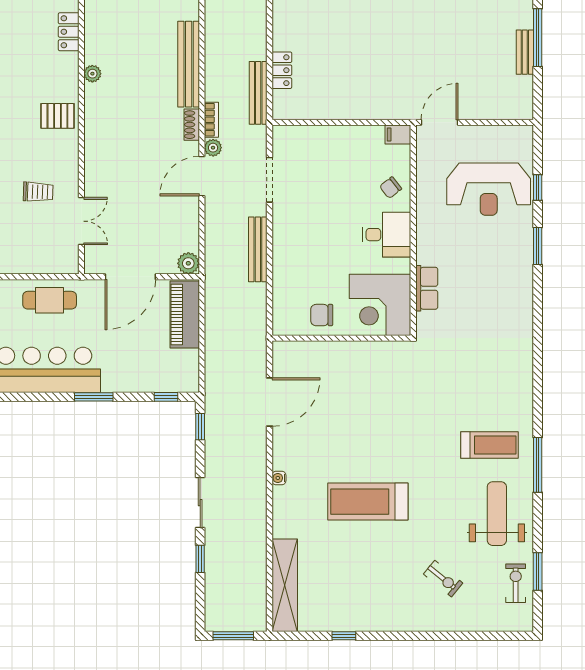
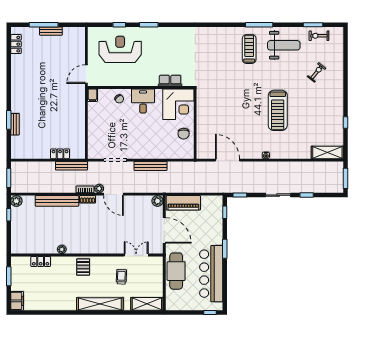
door: (440, 122) -> (86, 74), hinge flipped
reception desk: (489, 189) -> (120, 49), turned -90
cafe table: (50, 300) -> (176, 271), width x1.37, depth x1.35
weight bench: (497, 514) -> (284, 45), turned 180
shelving: (285, 585) -> (327, 152), width x0.68

